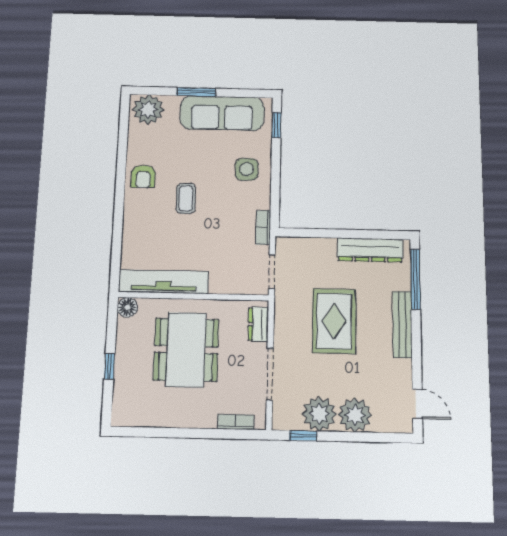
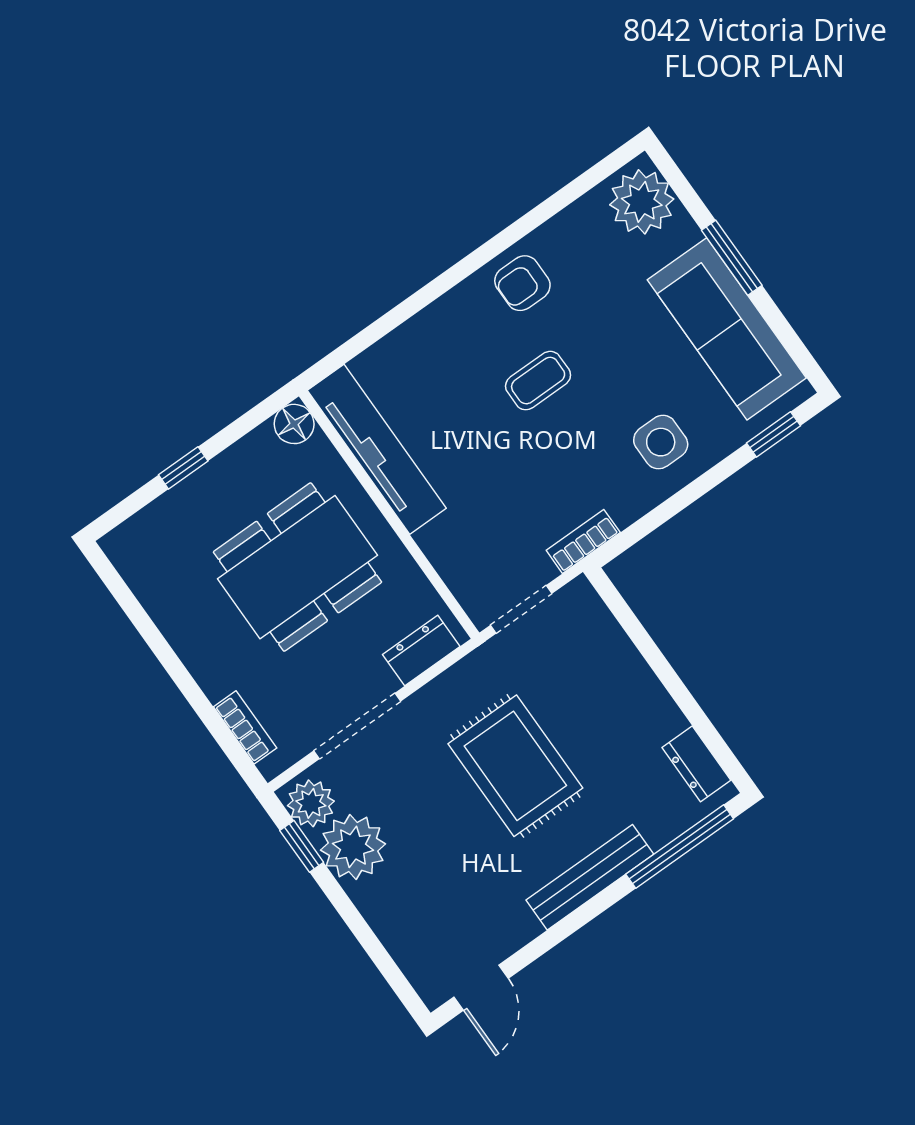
dresser: (370, 250) -> (696, 764), width x0.51, depth x0.80
rug: (334, 321) -> (515, 766), turned 90
plant: (355, 415) -> (311, 803), moved, width x0.73, depth x0.73

